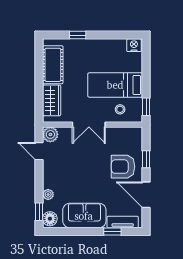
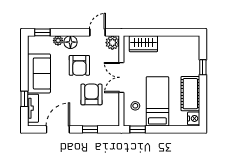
cot: (53, 65) -> (190, 94), moved, turned 90
armchair: (123, 167) -> (91, 94), moved
armchair: (75, 171) -> (79, 65), added
floor lamp: (50, 219) -> (70, 42), moved

